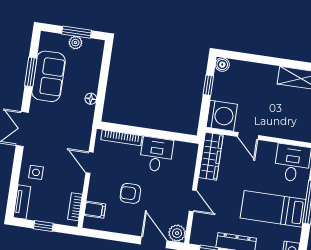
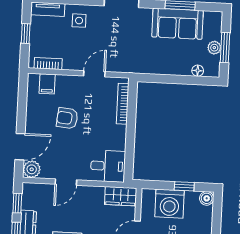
floor lamp: (91, 99) -> (198, 71), moved
washing machine: (222, 116) -> (169, 204), moved
desk: (156, 154) -> (108, 166), moved
wardrobe: (211, 156) -> (121, 196), width x0.67
armchair: (130, 193) -> (67, 118), turned -84

